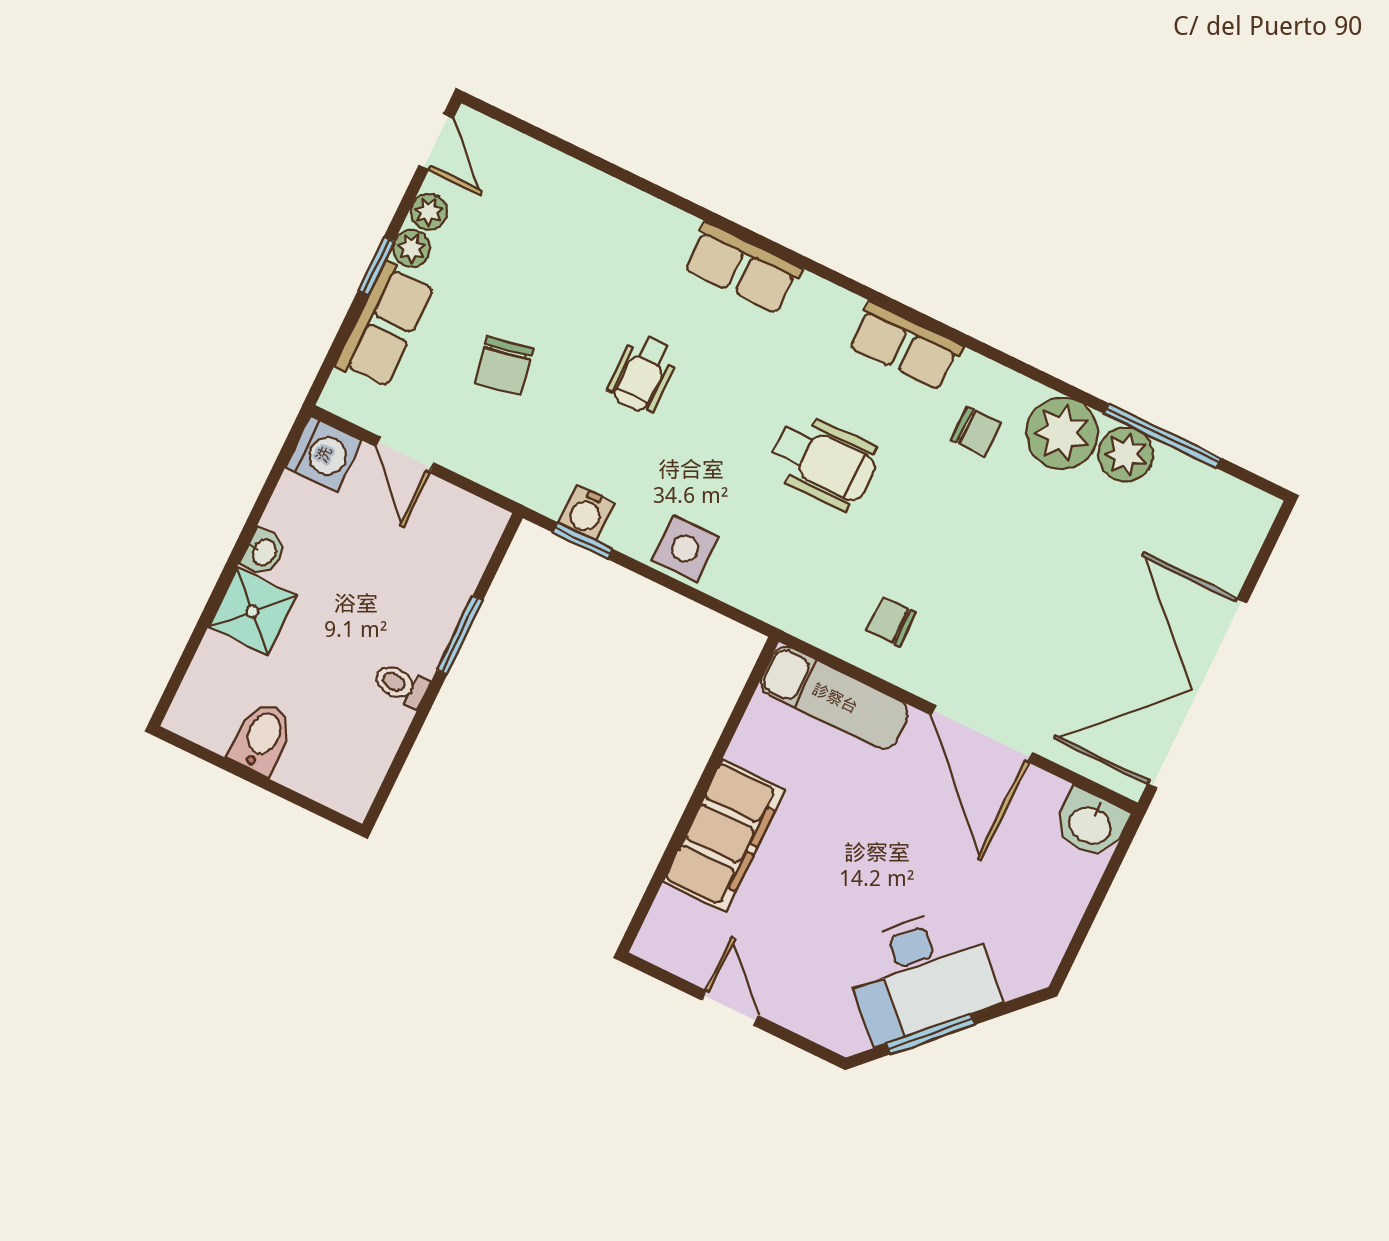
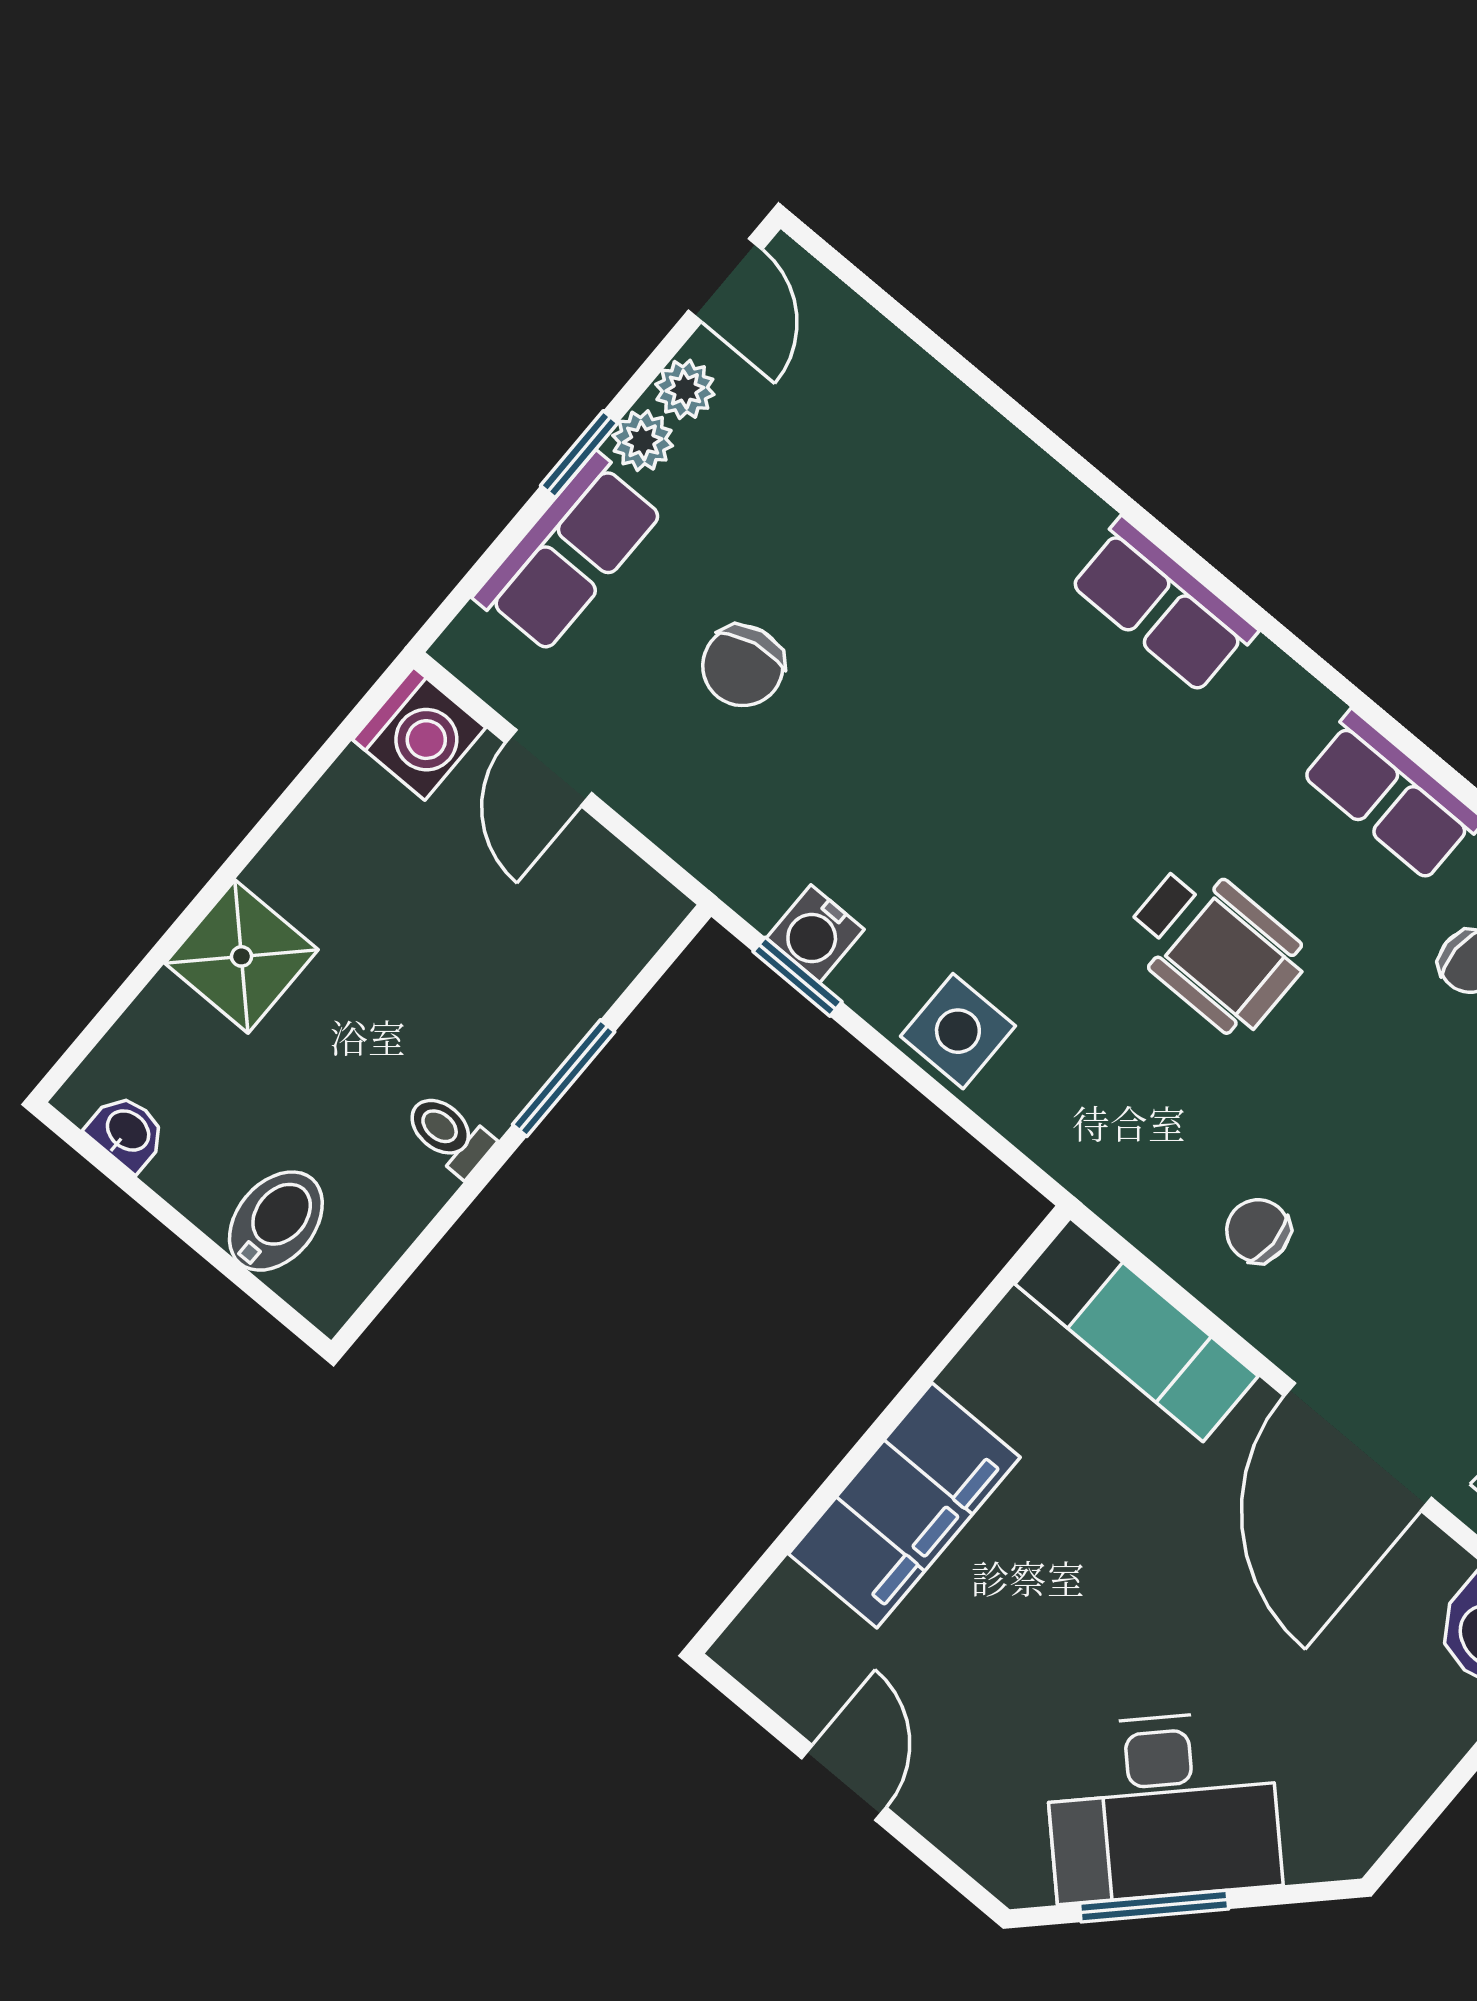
wheelchair: (643, 374) -> (961, 735), removed
washbasin: (263, 552) -> (127, 1132), moved, turned -90
bidet: (262, 738) -> (276, 1221), moved

